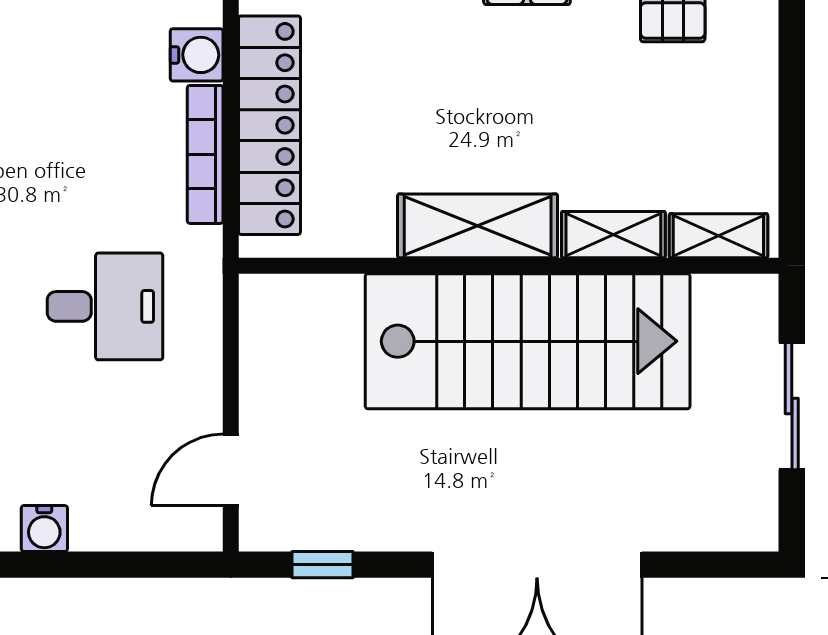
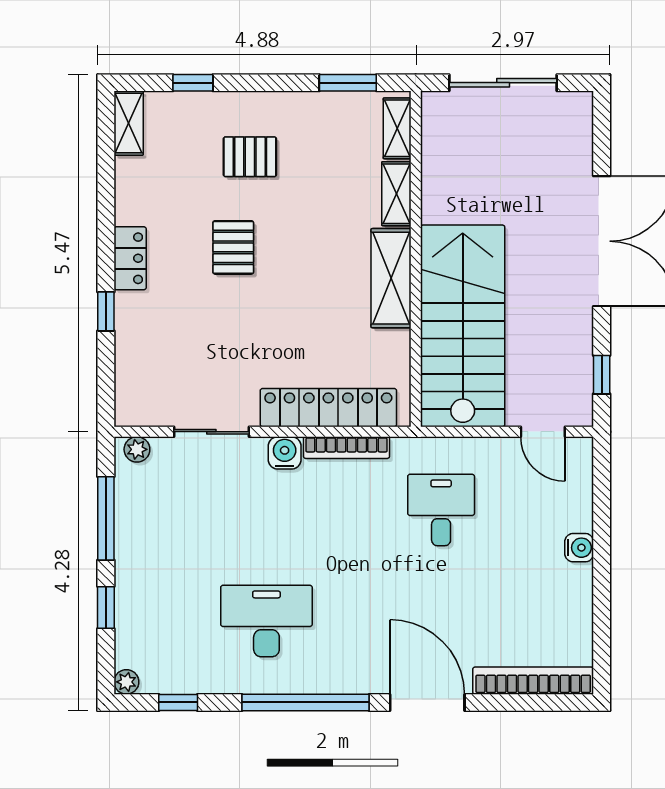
window: (792, 157) -> (348, 83), added
stairs: (528, 341) -> (463, 326), moved
sliding door: (792, 406) -> (503, 83), width x1.37

